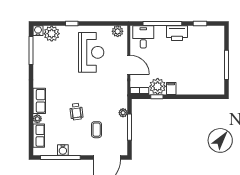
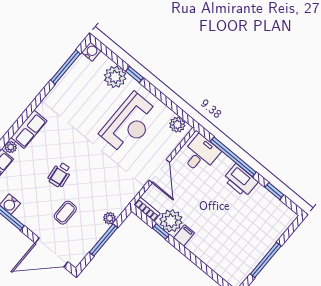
plant: (52, 34) -> (115, 77), moved

